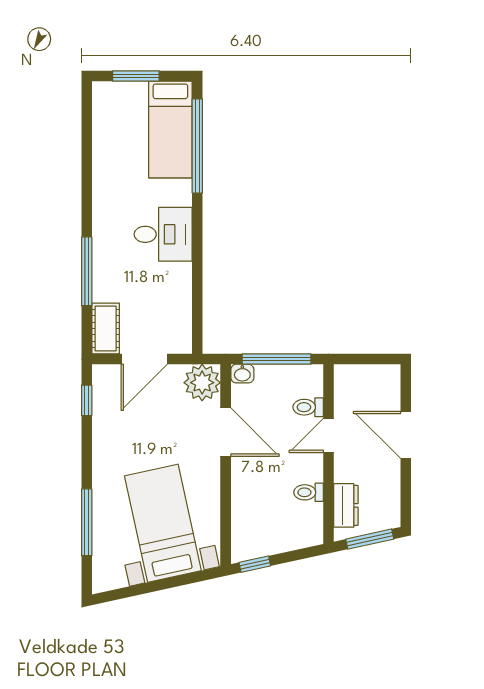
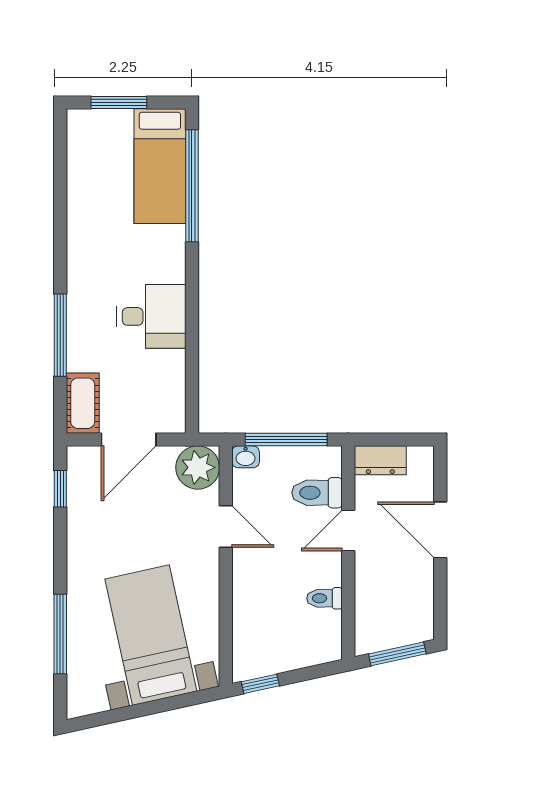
desk: (163, 234) -> (151, 316), moved
toilet: (308, 407) -> (317, 493), width x1.37, depth x1.39
door: (226, 432) -> (226, 527), width x0.73
dresser: (346, 505) -> (380, 460), moved, turned 90

